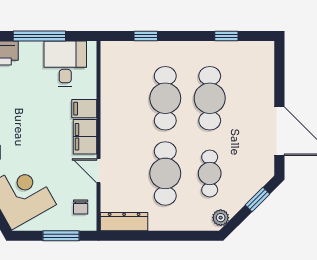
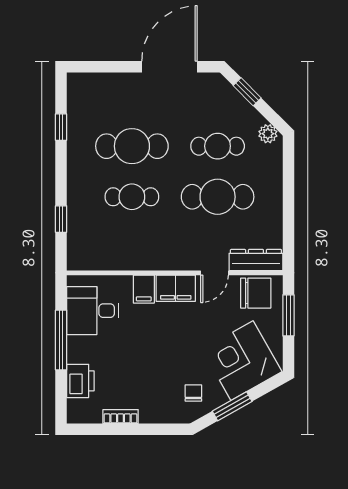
cafe table: (165, 98) -> (132, 197), width x0.73, depth x0.74
chair: (81, 207) -> (256, 293), width x1.87, depth x1.87
dresser: (124, 222) -> (256, 260), moved, turned 90

